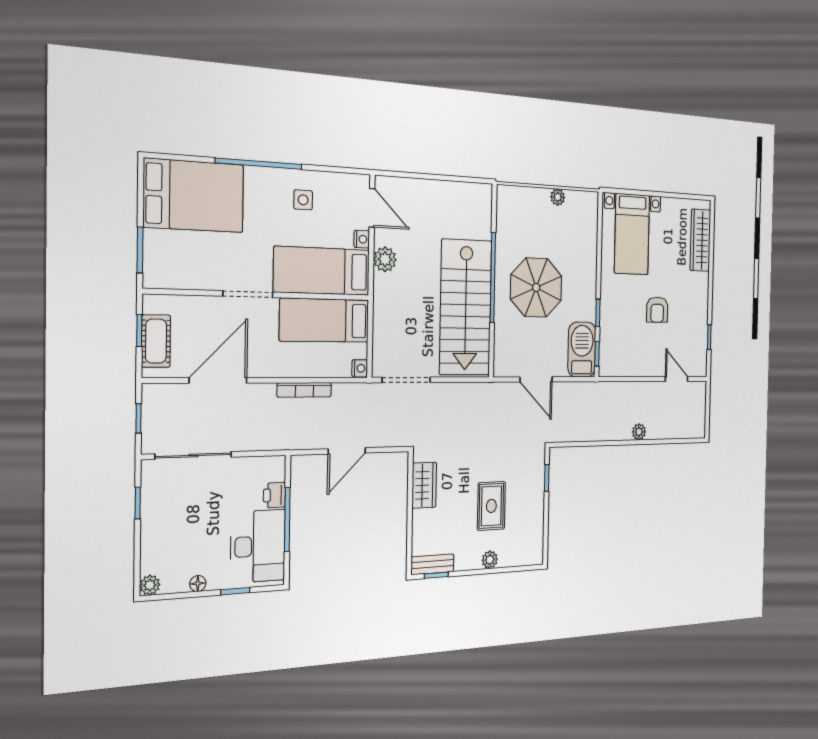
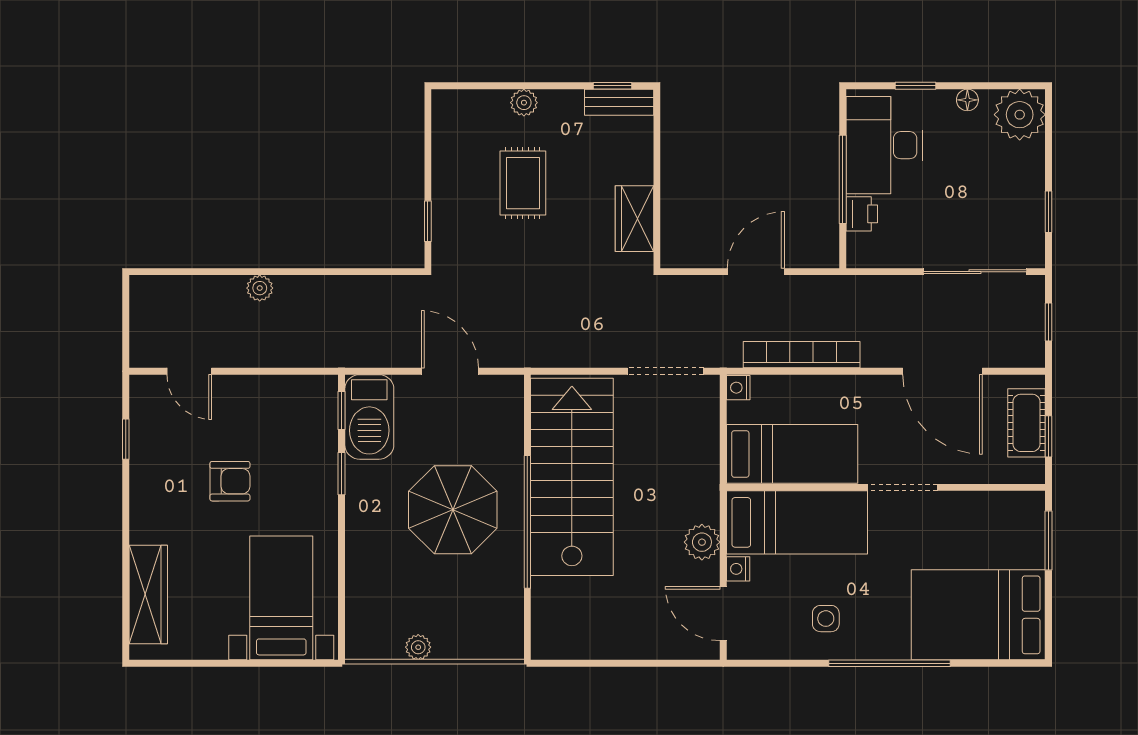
armchair: (657, 310) -> (230, 481), turned 90
door: (218, 380) -> (942, 371), hinge flipped
bookcase: (304, 390) -> (802, 355), width x1.48, depth x1.31
plant: (150, 585) -> (1020, 115), width x1.87, depth x1.87

